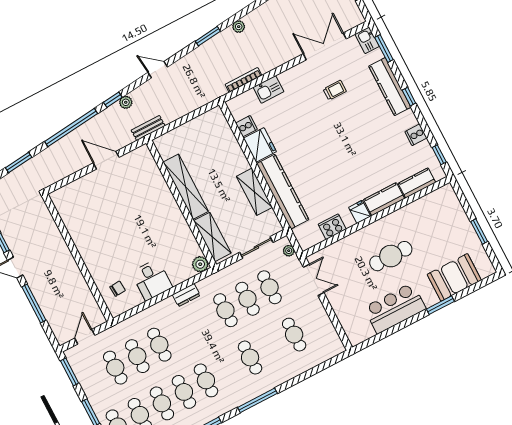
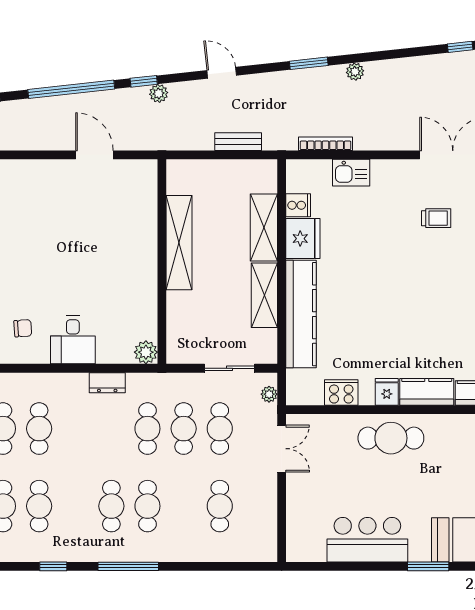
bench: (148, 128) -> (238, 142), moved
shelving: (212, 237) -> (264, 227), moved
cafe table: (391, 256) -> (391, 438), moved
cafe table: (206, 380) -> (111, 506), moved

